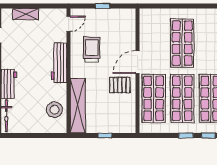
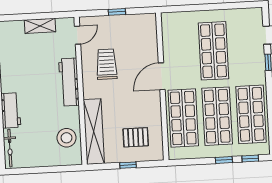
shelving: (26, 14) -> (40, 26), moved
pallet: (120, 85) -> (136, 137), moved

